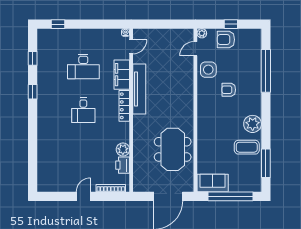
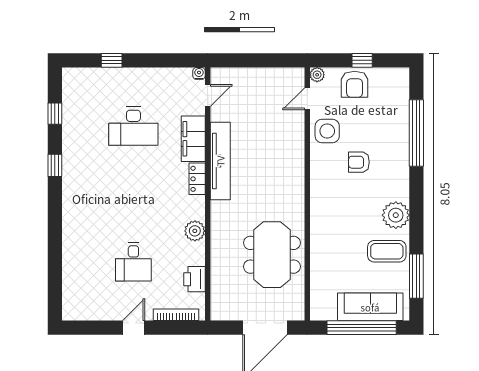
window: (58, 24) -> (112, 60), moved
armchair: (226, 40) -> (355, 84), turned -90
locker: (124, 106) -> (197, 179), width x0.66
desk: (83, 110) -> (133, 262), moved
plant: (123, 149) -> (195, 231), moved
sofa: (213, 183) -> (370, 307), moved, width x1.36

